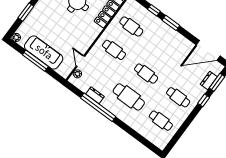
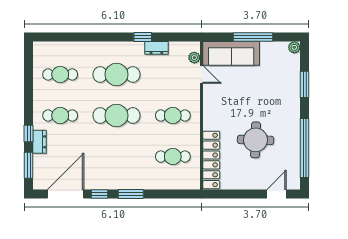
window: (154, 10) -> (99, 194), moved
sofa: (44, 52) -> (231, 53), moved
cafe table: (146, 74) -> (116, 116), width x1.37, depth x1.35
dresser: (209, 80) -> (40, 142), moved
window: (98, 107) -> (143, 37), width x0.32

